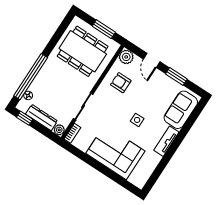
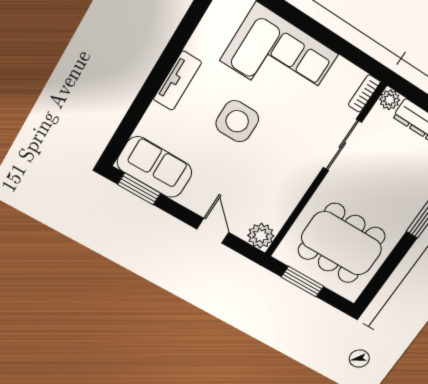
window: (176, 76) -> (139, 189), moved
armchair: (121, 83) -> (270, 190), removed
sofa: (181, 110) -> (155, 167), moved, turned -90
side table: (137, 120) -> (237, 121), width x1.87, depth x1.87

